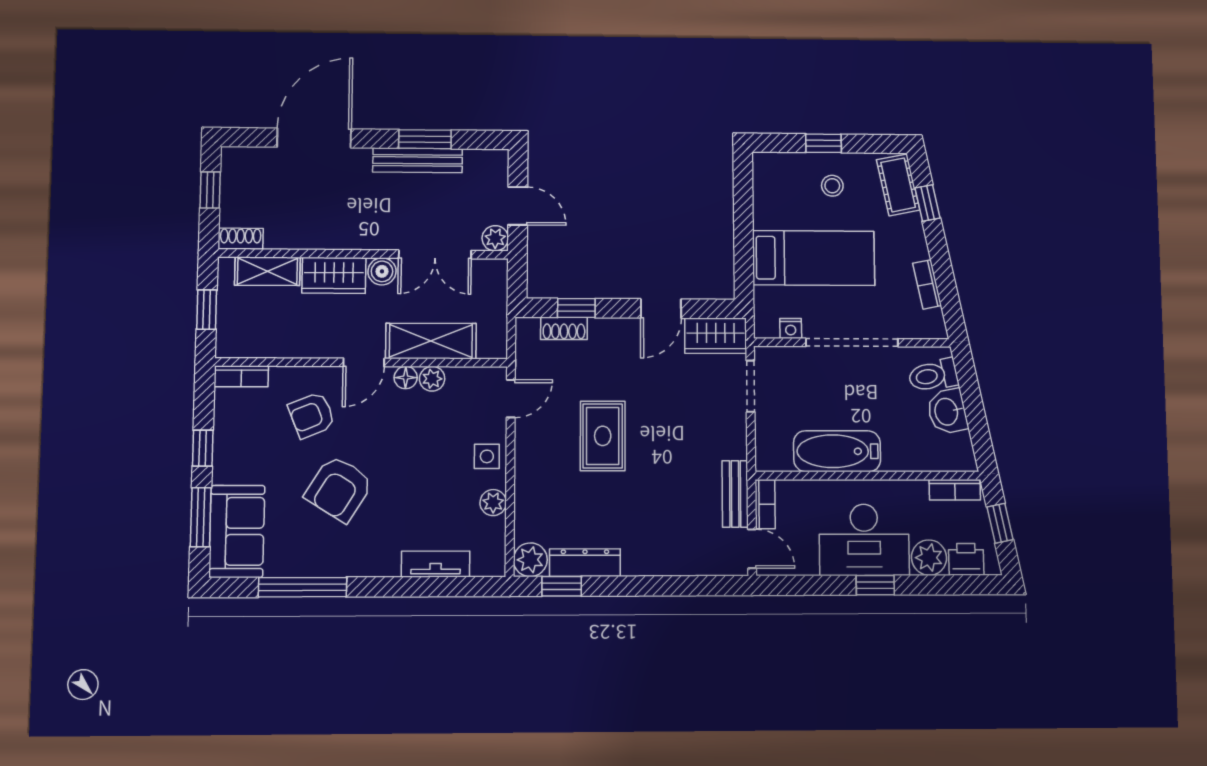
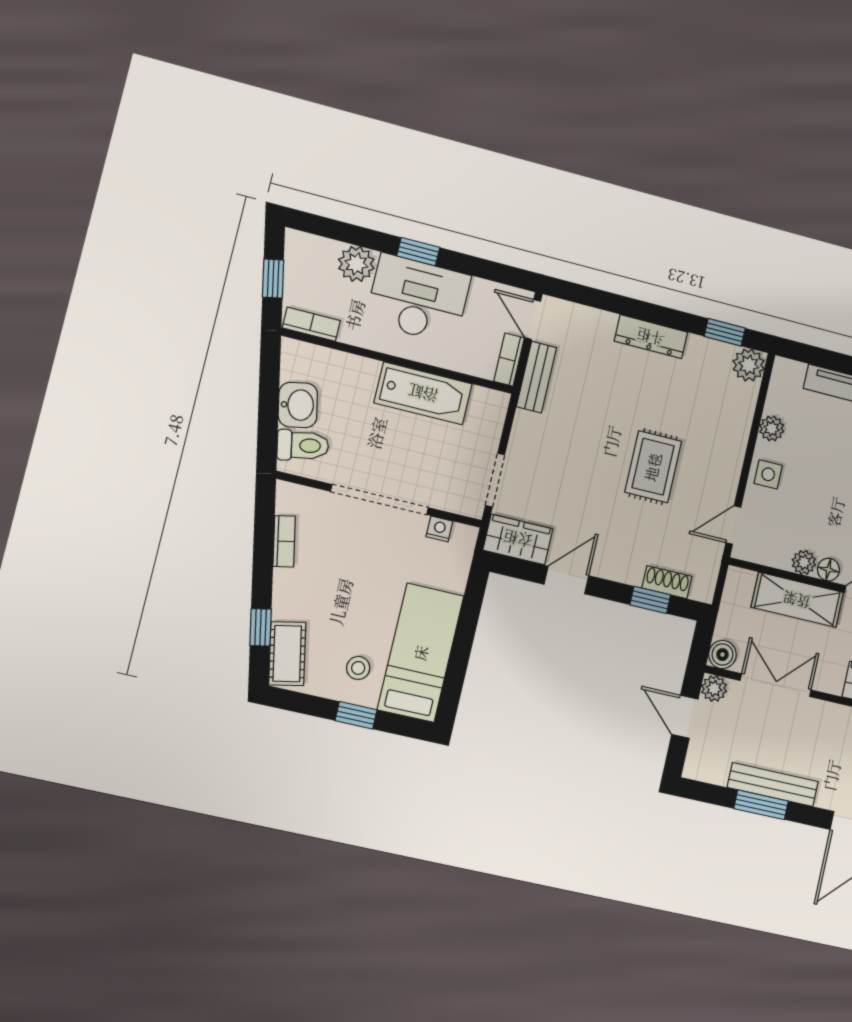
bed: (814, 258) -> (421, 653), moved, turned 90
boiler: (382, 271) -> (722, 655), moved
printer: (966, 559) -> (318, 252), removed
dresser: (585, 563) -> (651, 337), moved

